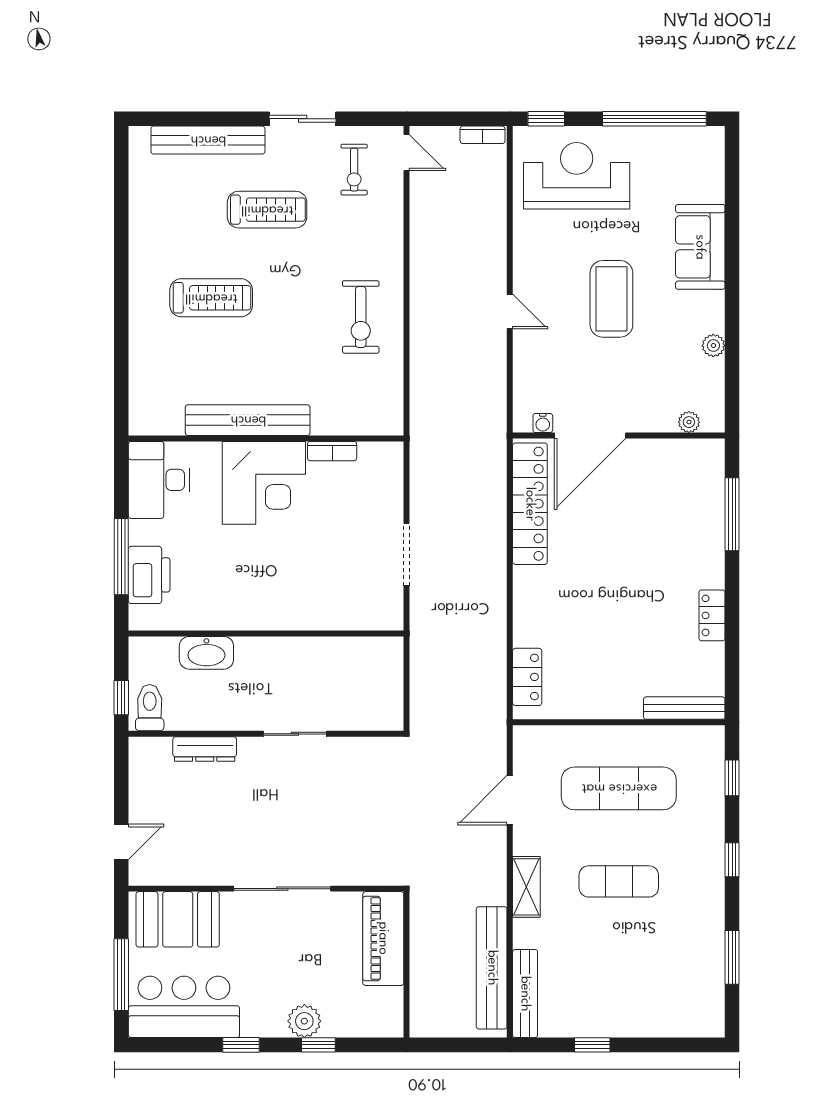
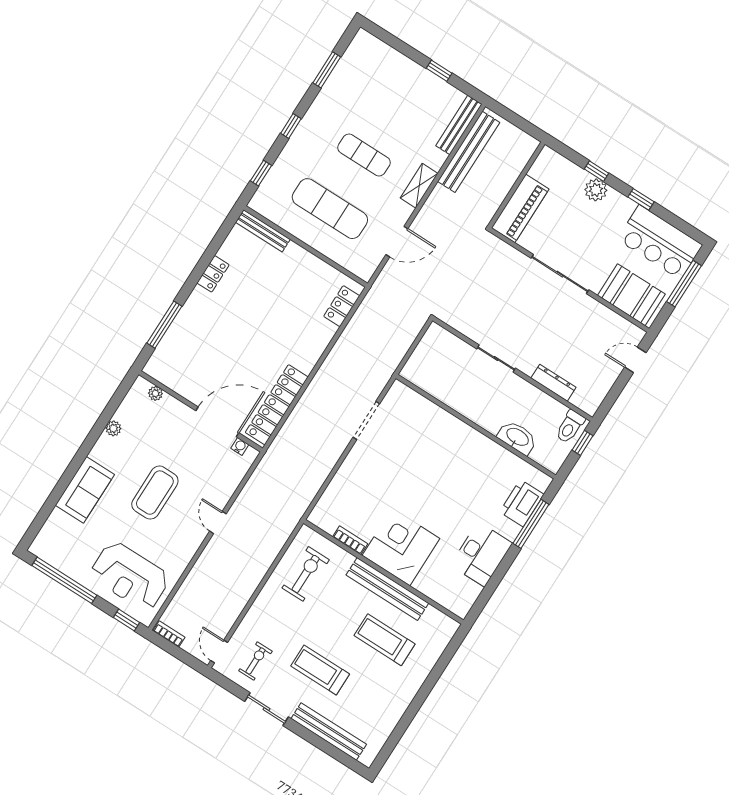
bench: (248, 420) -> (387, 589), moved
wall: (266, 438) -> (383, 572), moved
bookcase: (332, 451) -> (350, 540), moved
corner desk: (264, 483) -> (401, 547), moved

